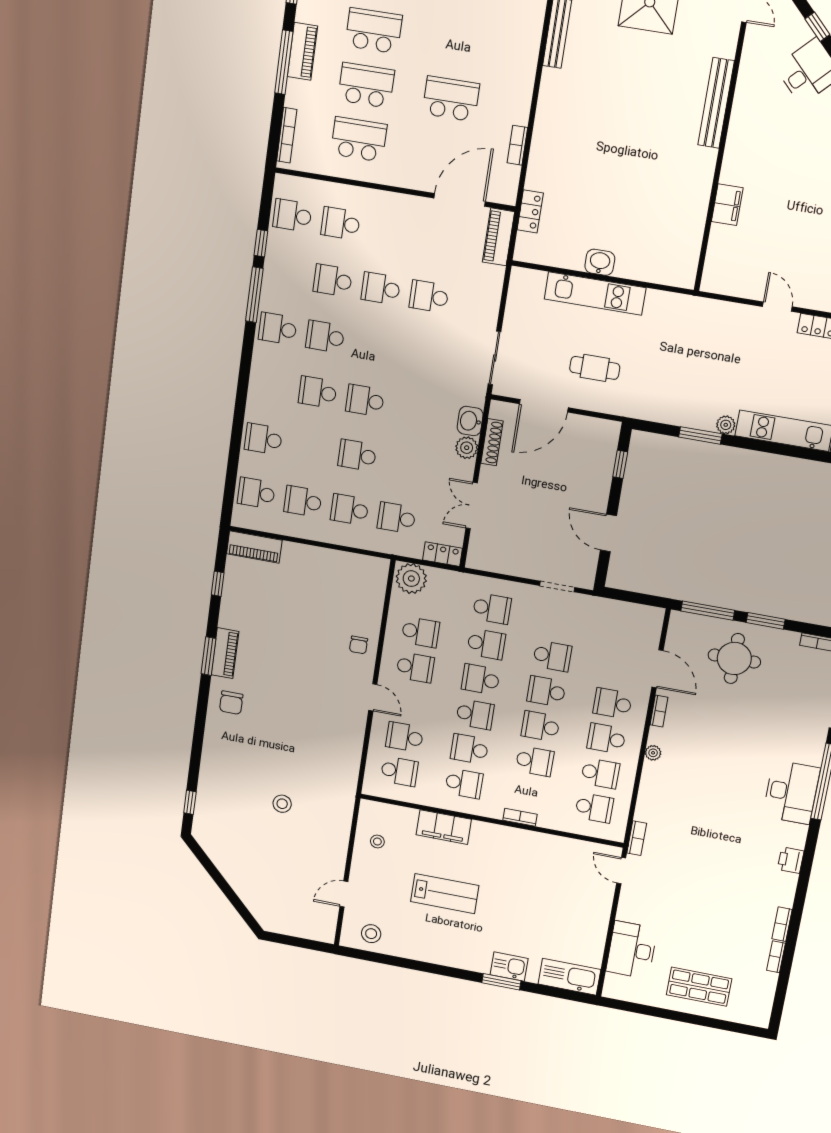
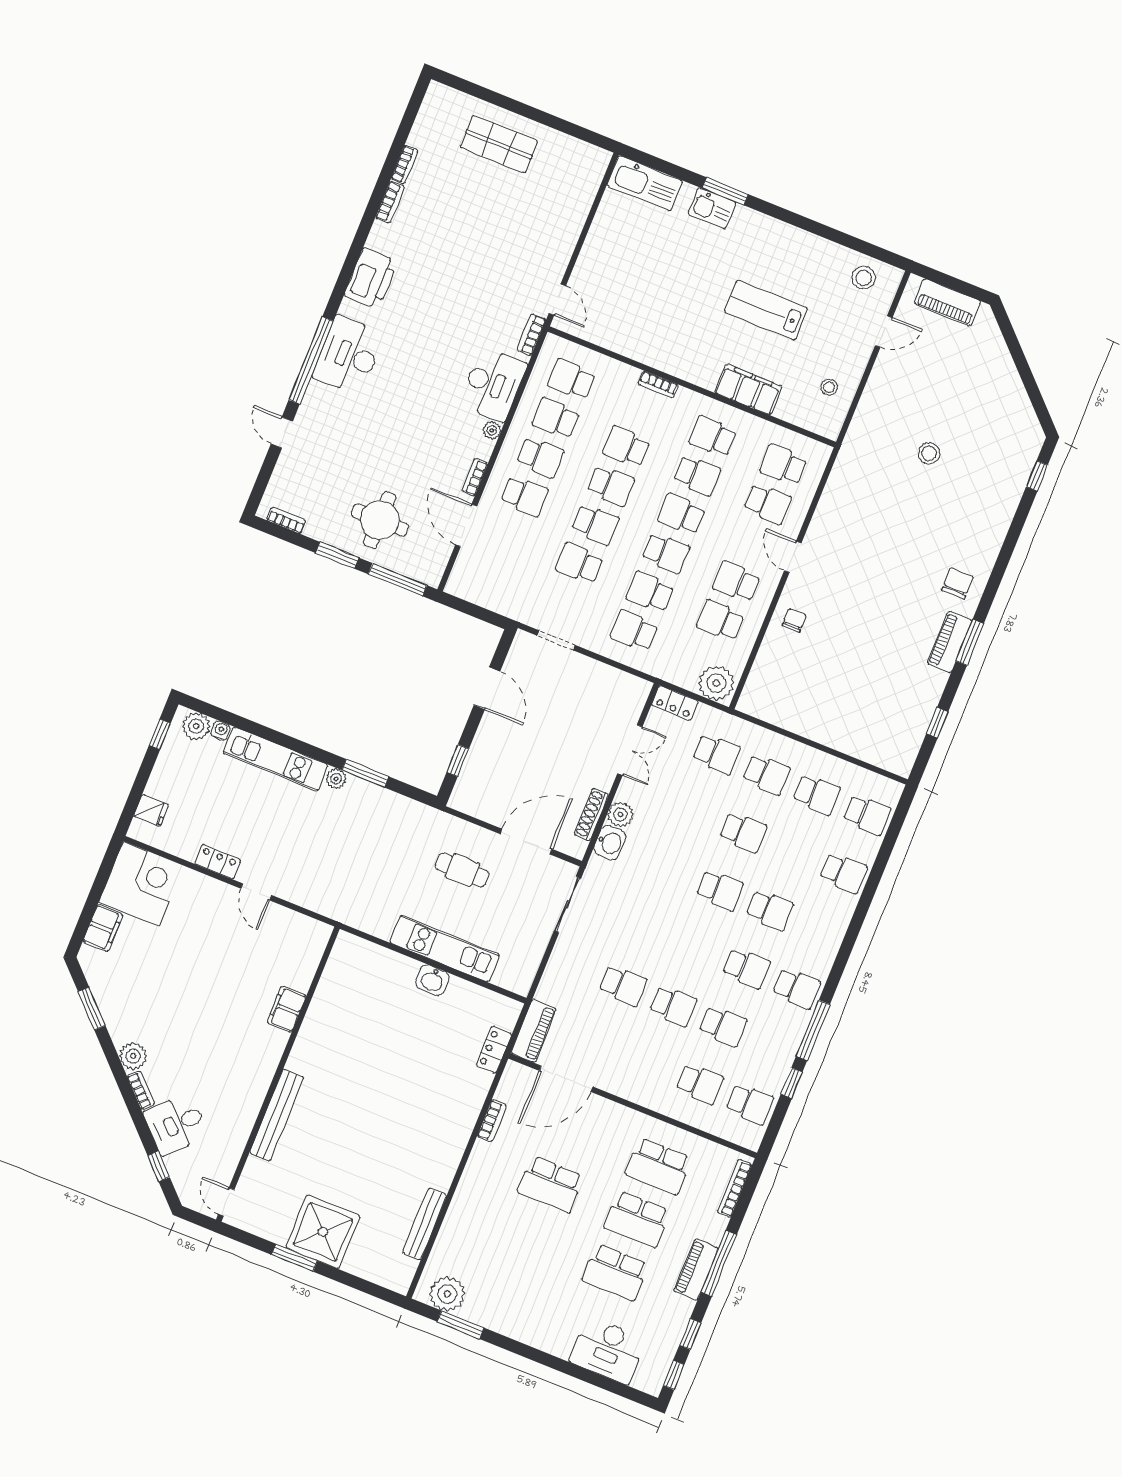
piano: (254, 547) -> (947, 302), moved, turned 180
printer: (791, 860) -> (371, 278), width x1.87, depth x1.48
desk: (632, 950) -> (493, 384), moved

